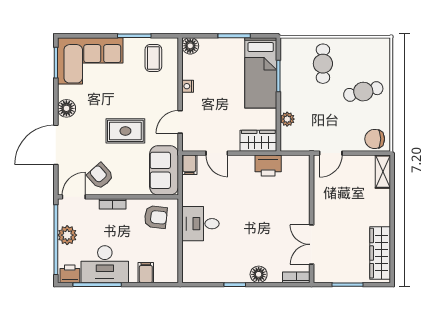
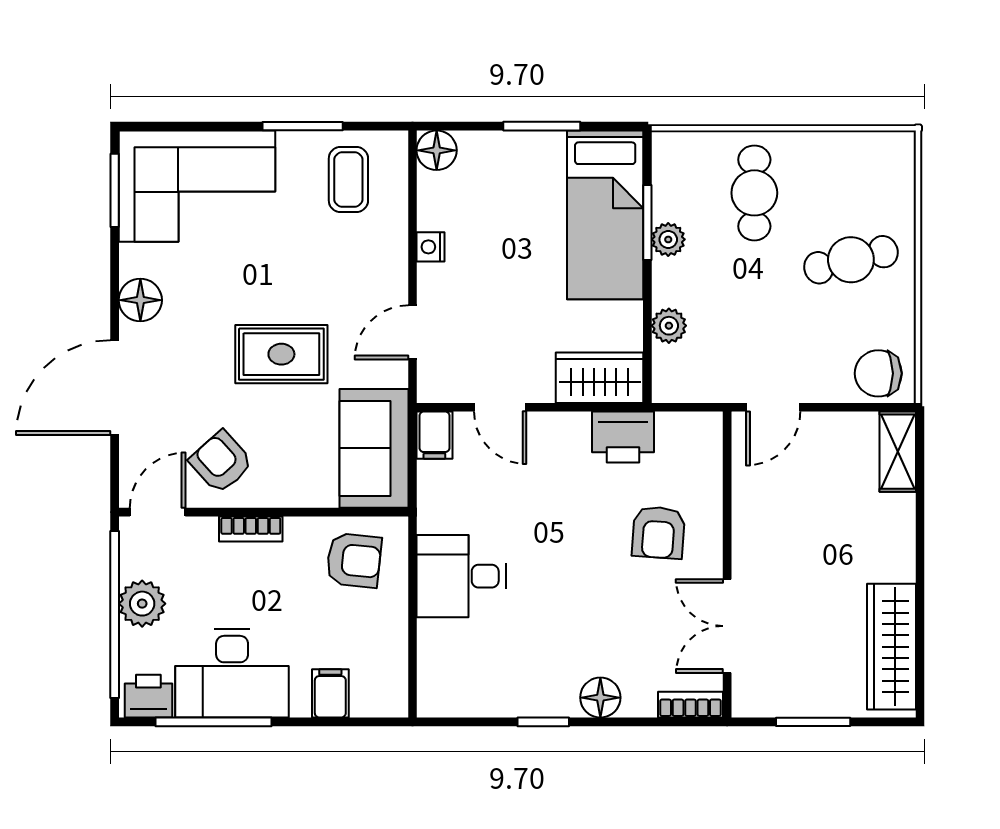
plant: (287, 83) -> (668, 239), added
armchair: (283, 205) -> (658, 532), added

